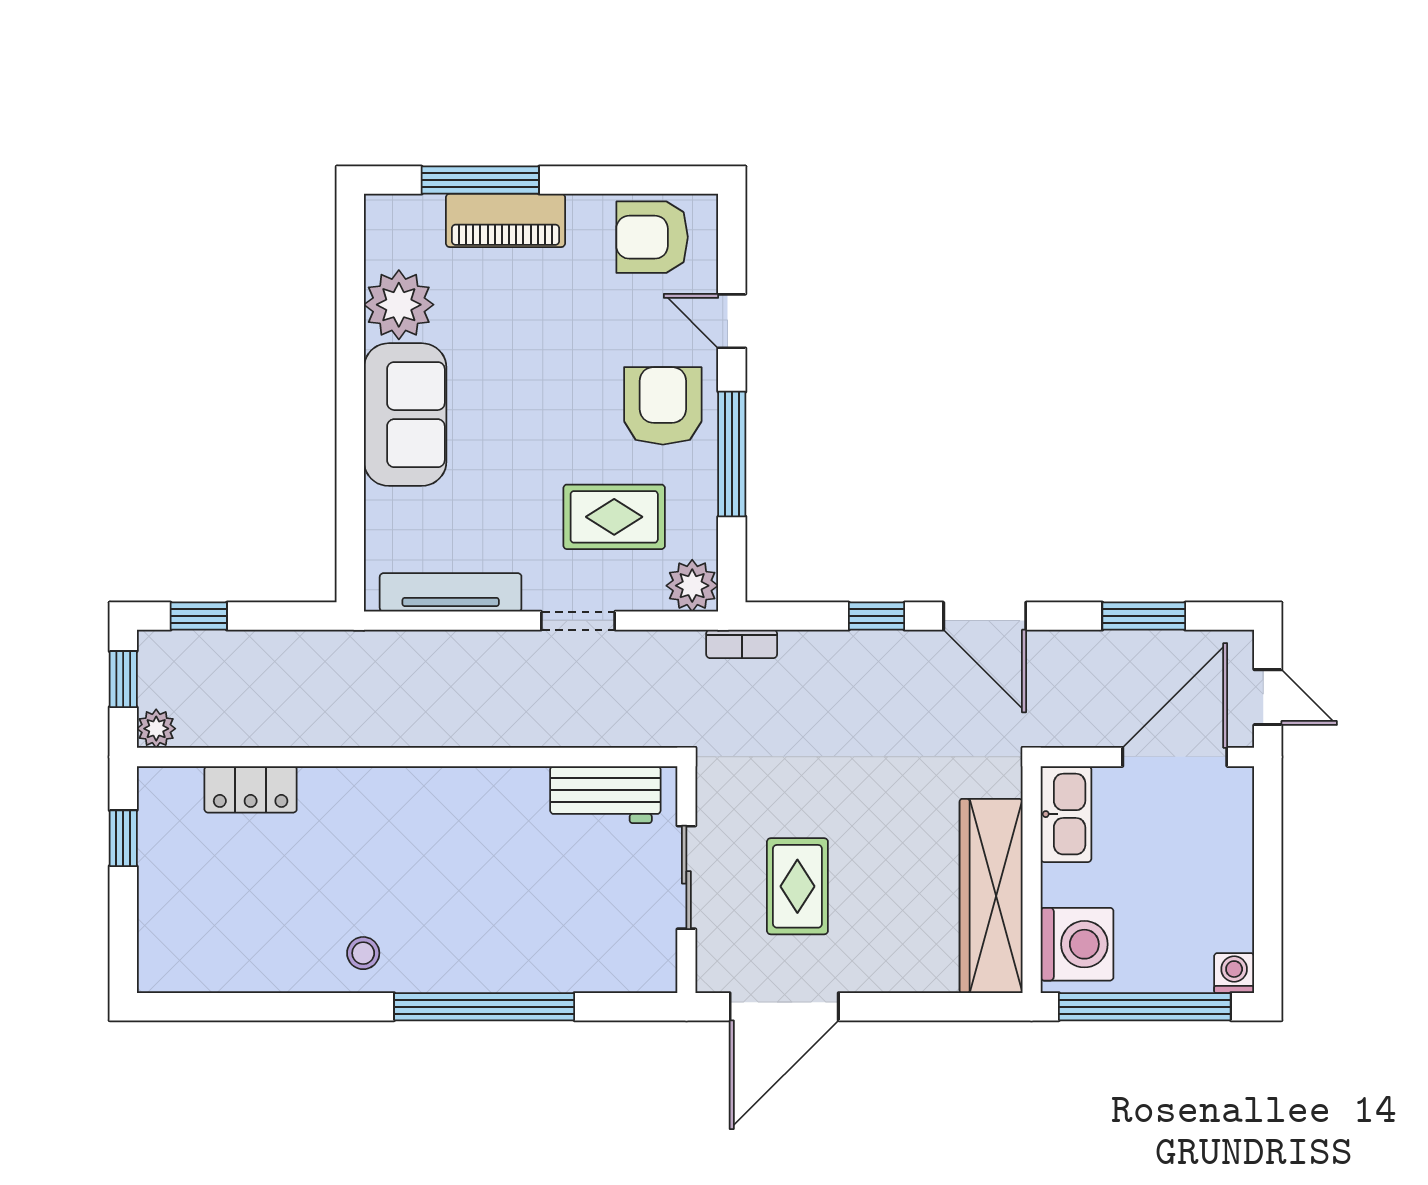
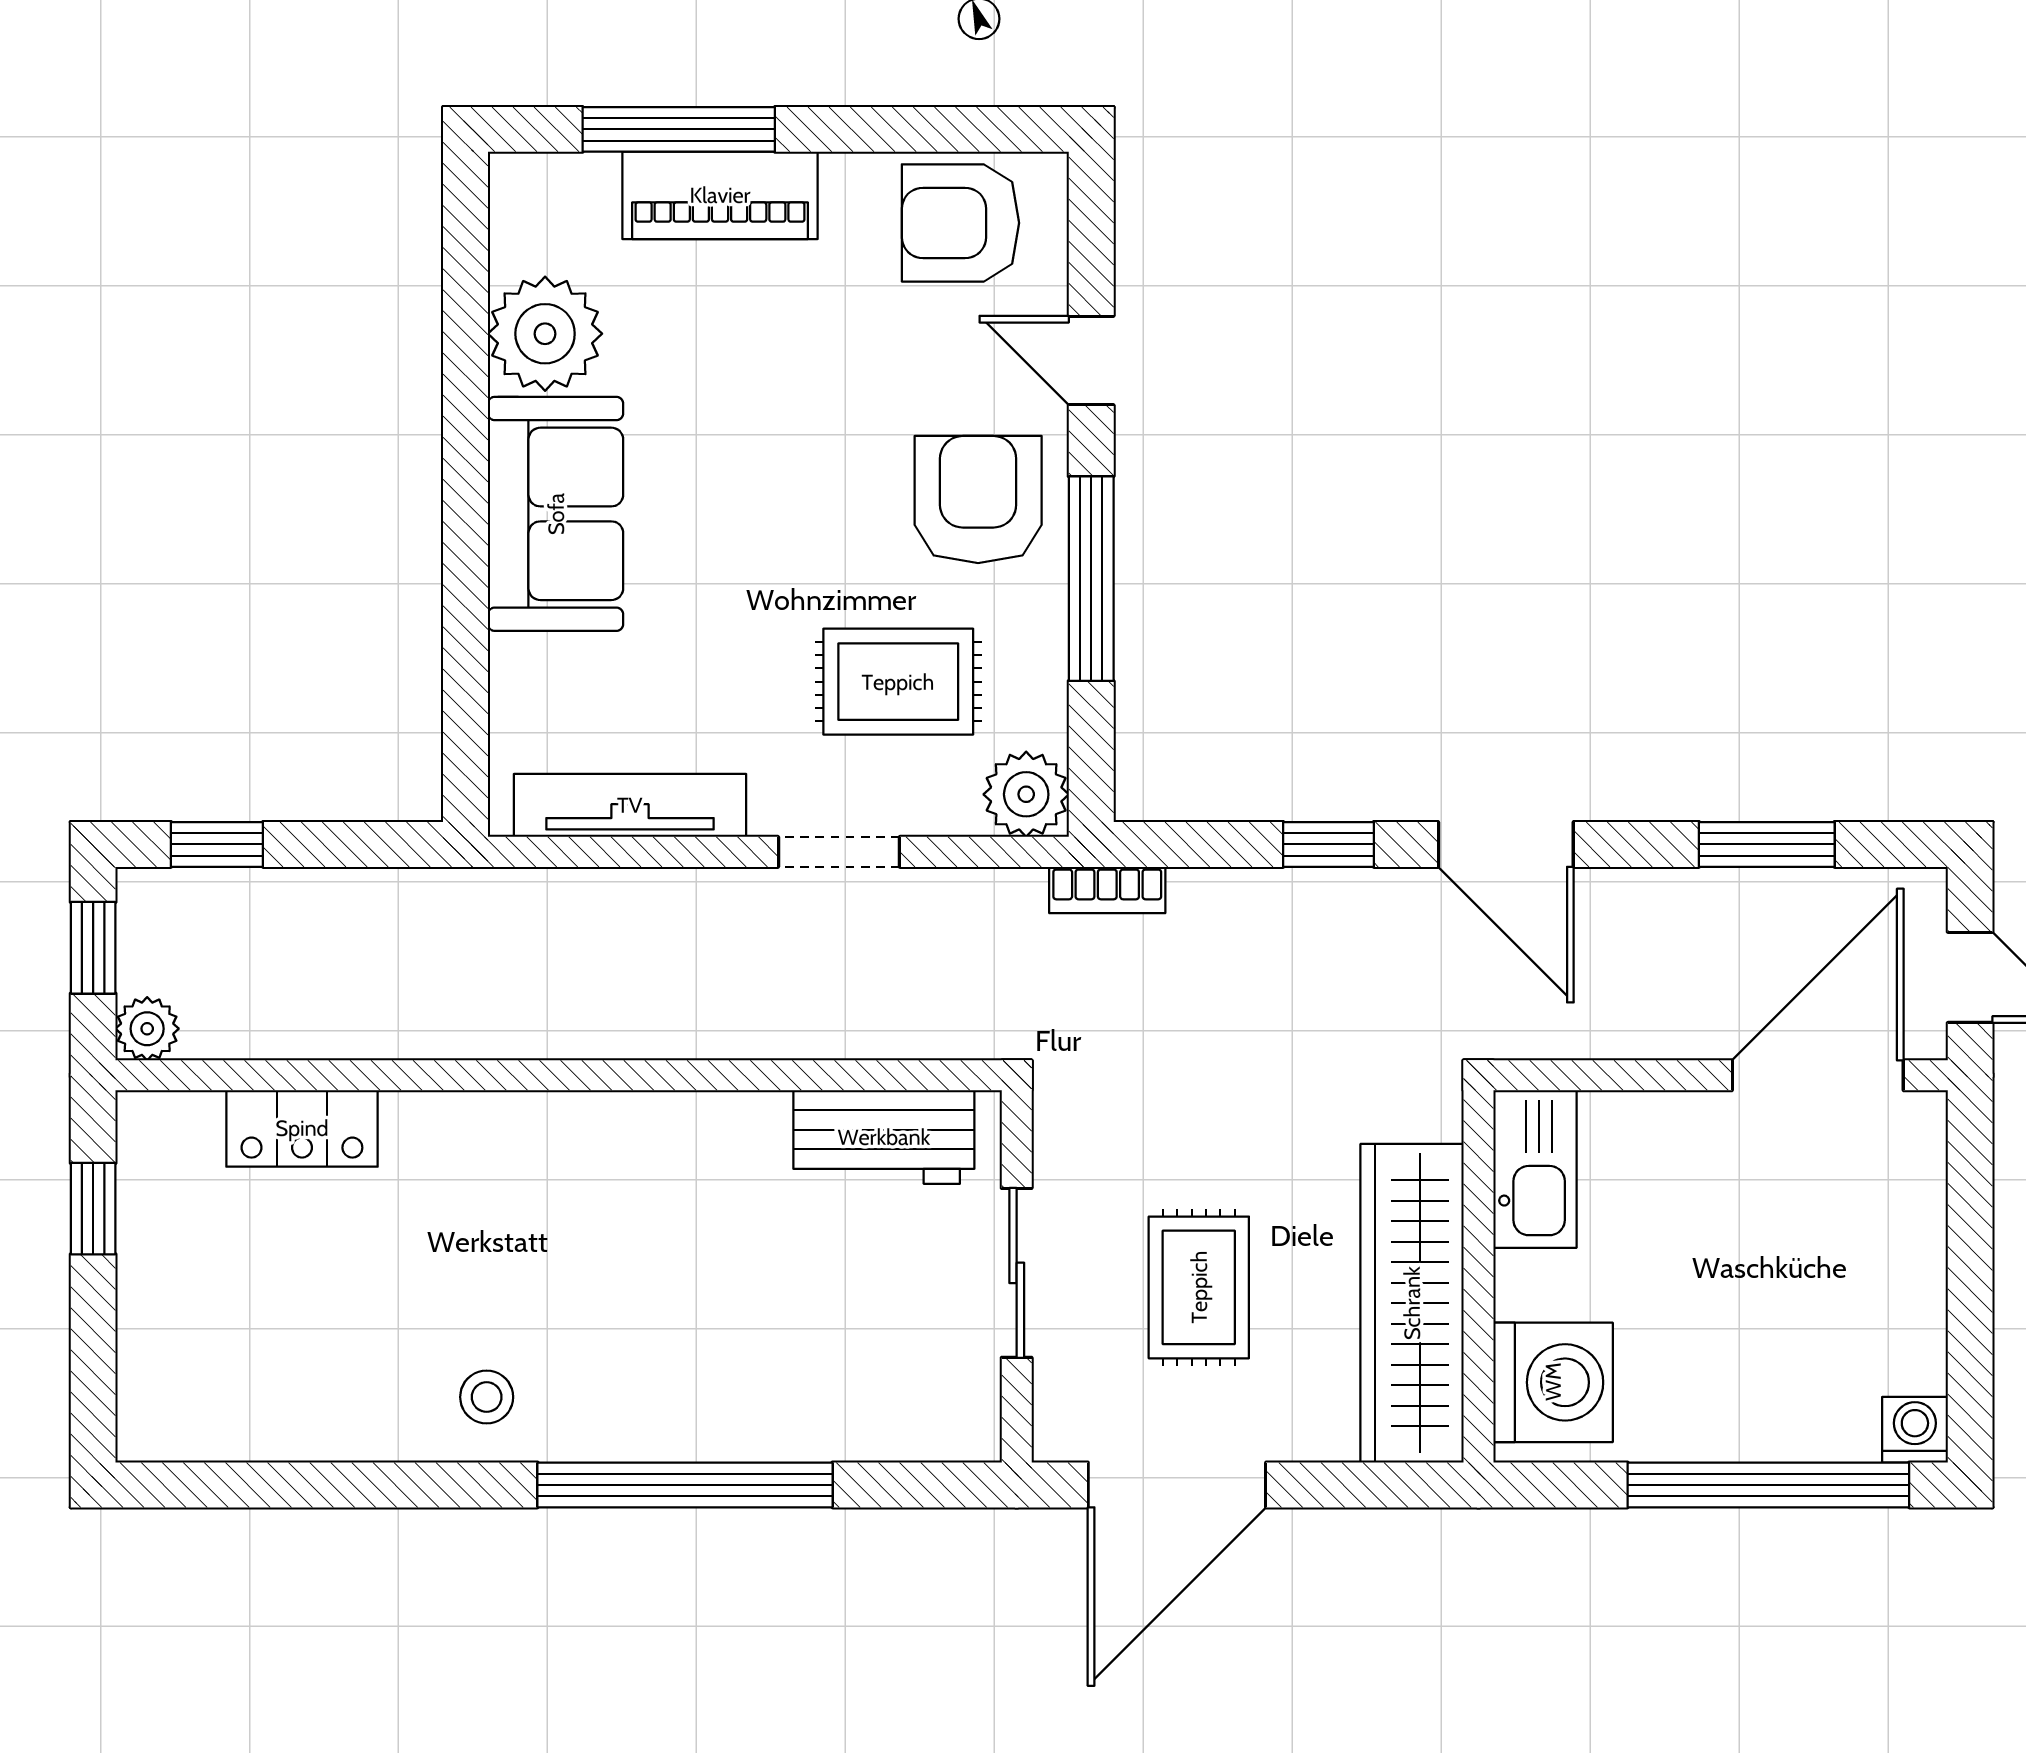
kitchen sink: (1066, 814) -> (1535, 1169), moved
wall: (1032, 880) -> (1479, 1276), moved
wardrobe: (991, 896) -> (1412, 1303), moved
washing machine: (1077, 944) -> (1553, 1382), moved

